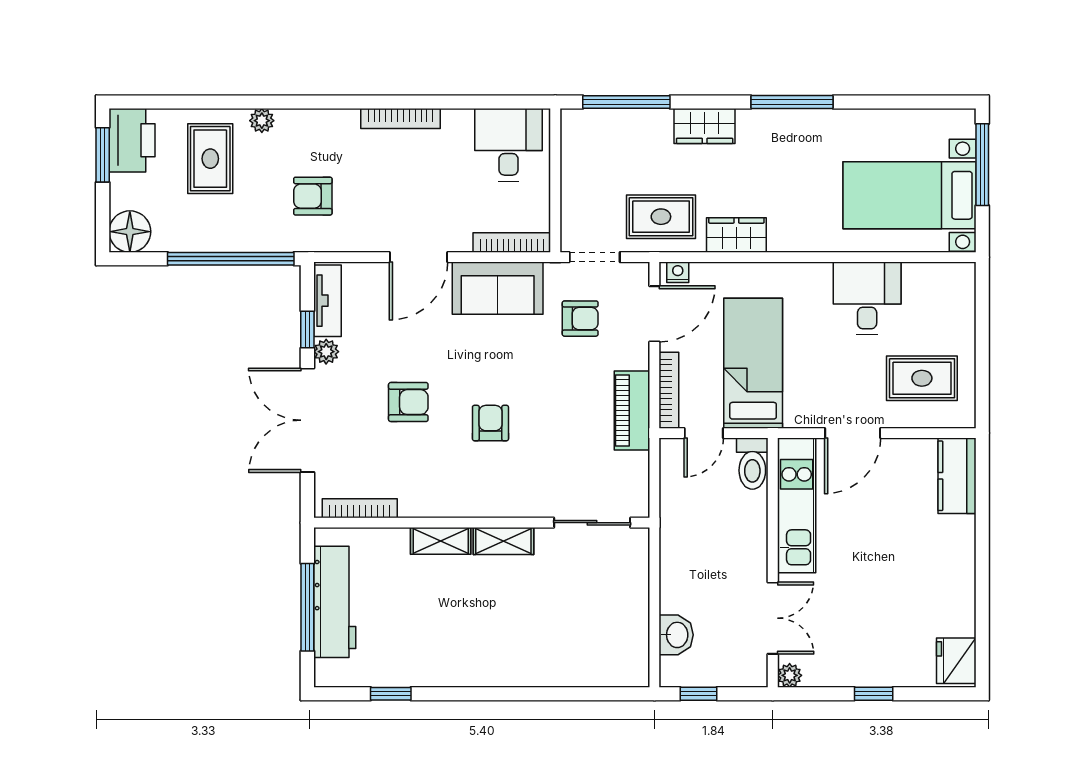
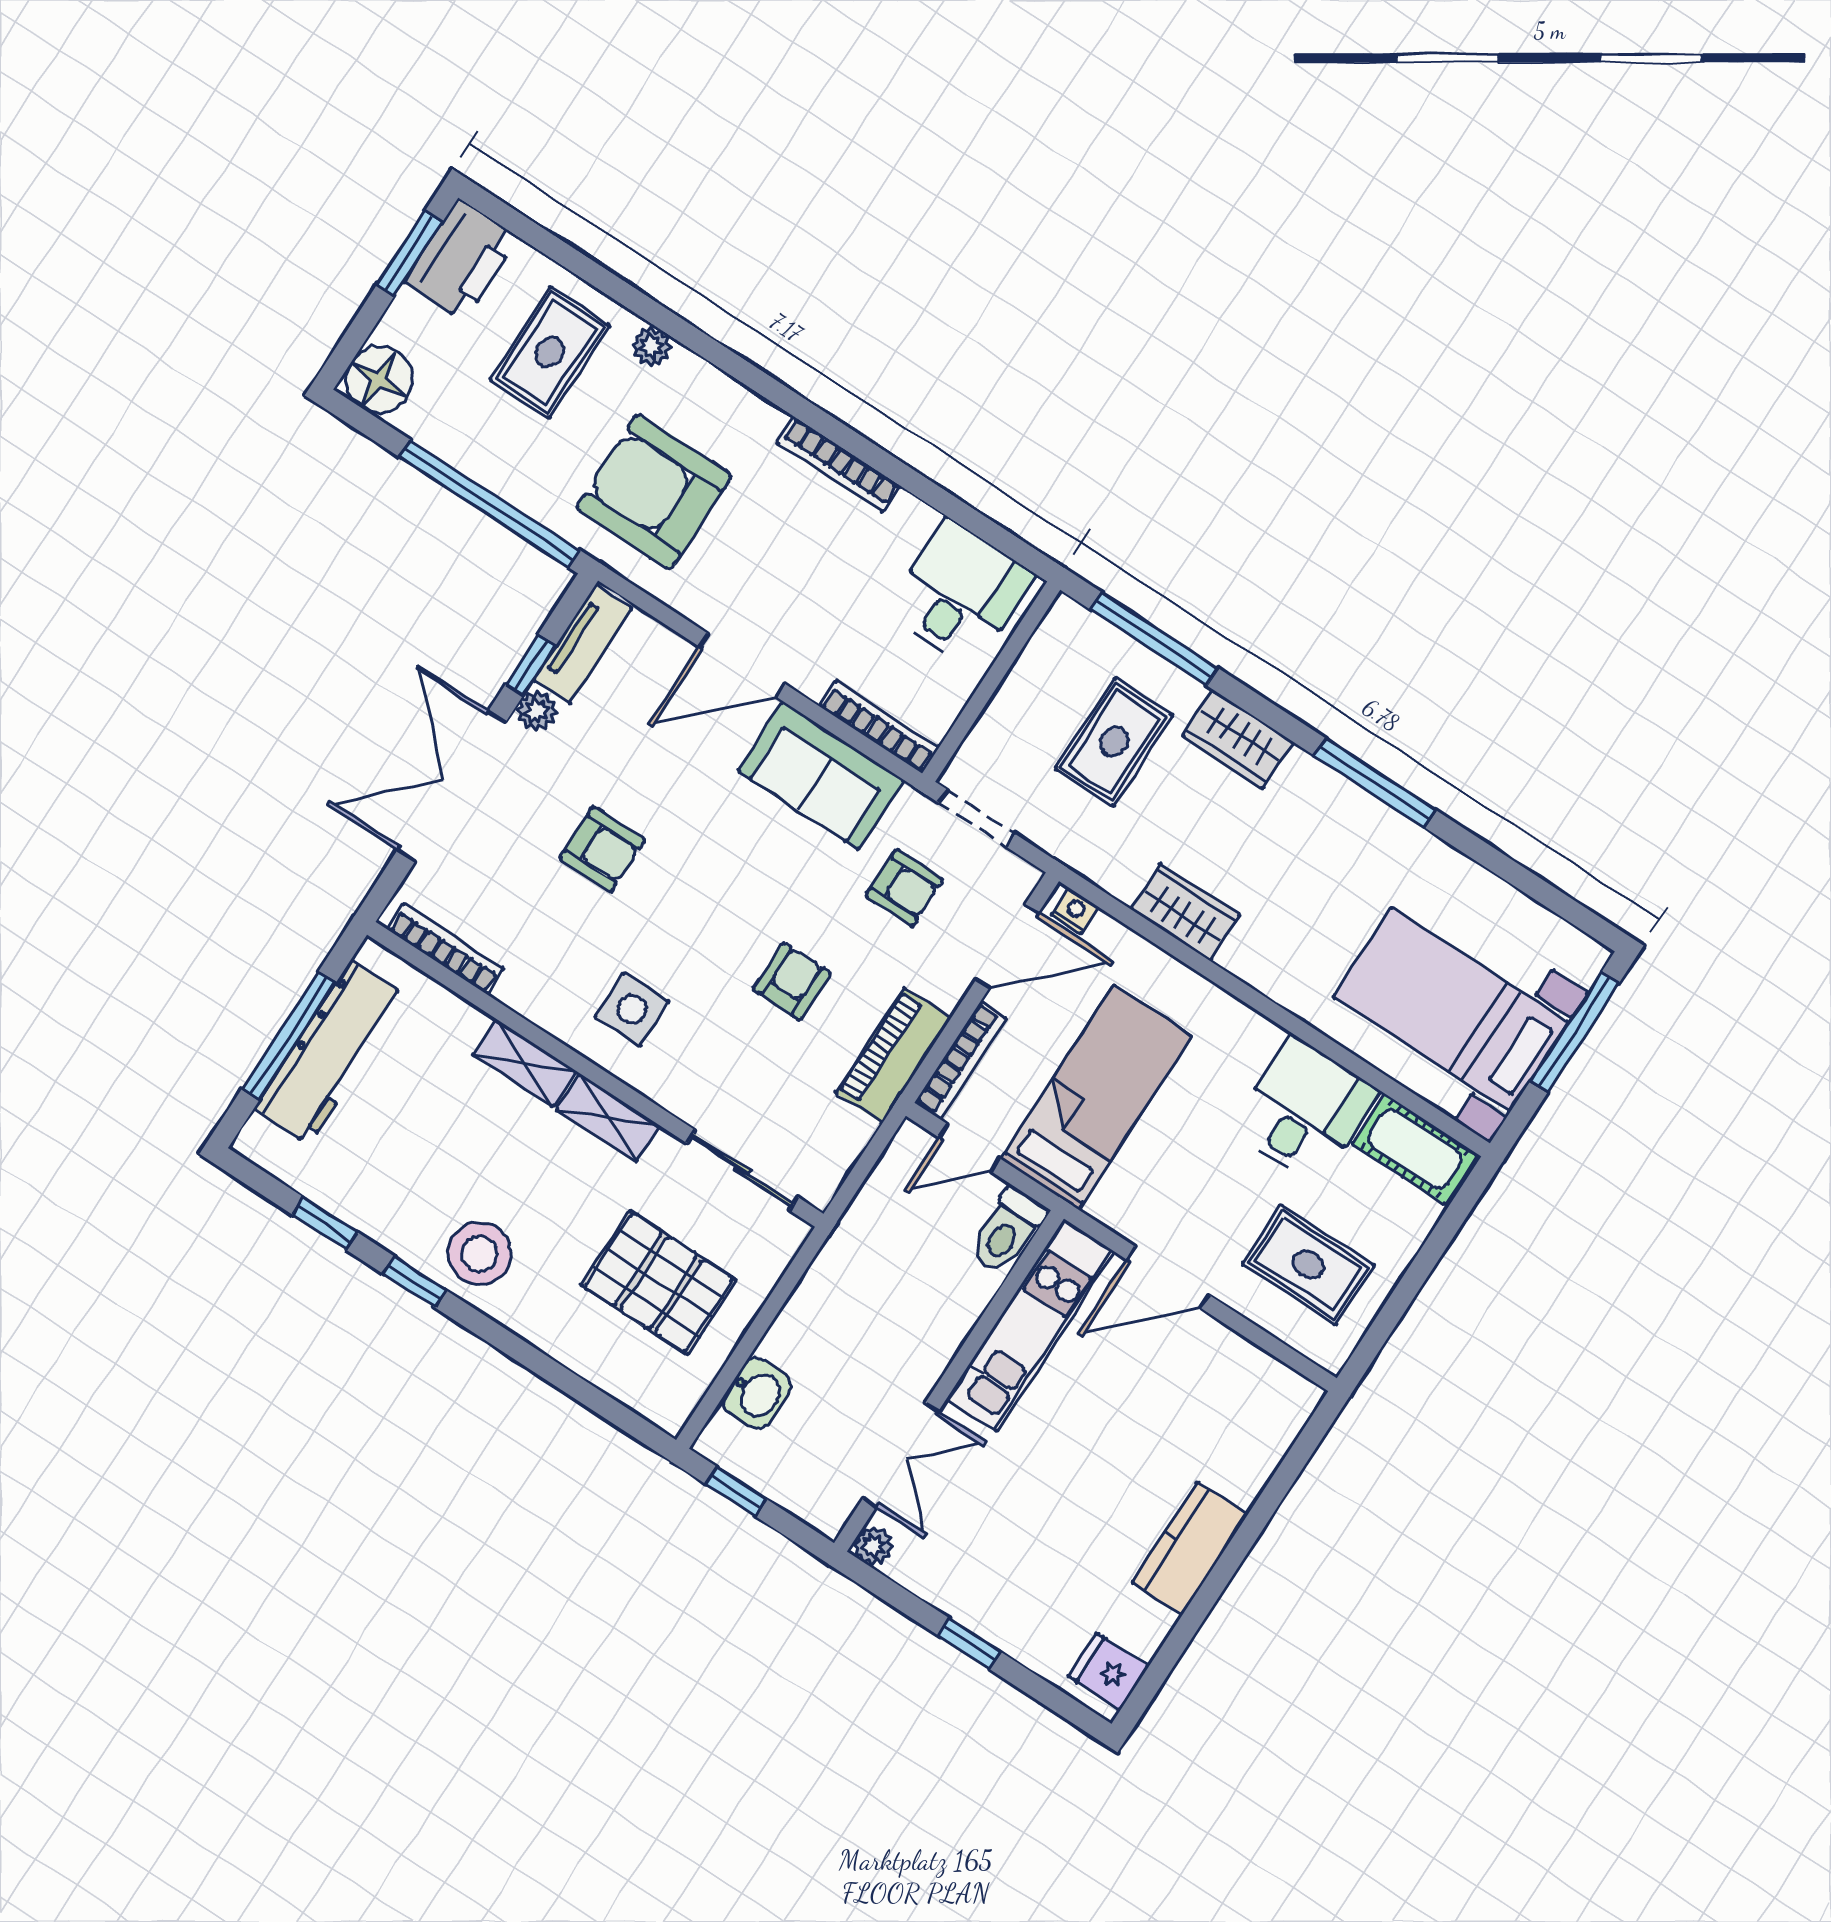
armchair: (313, 196) -> (654, 492), width x1.88, depth x1.88
rug: (661, 217) -> (1114, 742), moved, turned 90
cot: (938, 281) -> (1415, 1149), added
armchair: (490, 423) -> (792, 981), moved
side table: (479, 476) -> (632, 1009), added
kitchen counter: (957, 476) -> (1190, 1548), moved
pallet: (587, 611) -> (659, 1283), added
stool: (482, 657) -> (480, 1253), added
fridge: (956, 661) -> (1108, 1671), width x0.72
window: (458, 694) -> (414, 1282), added

